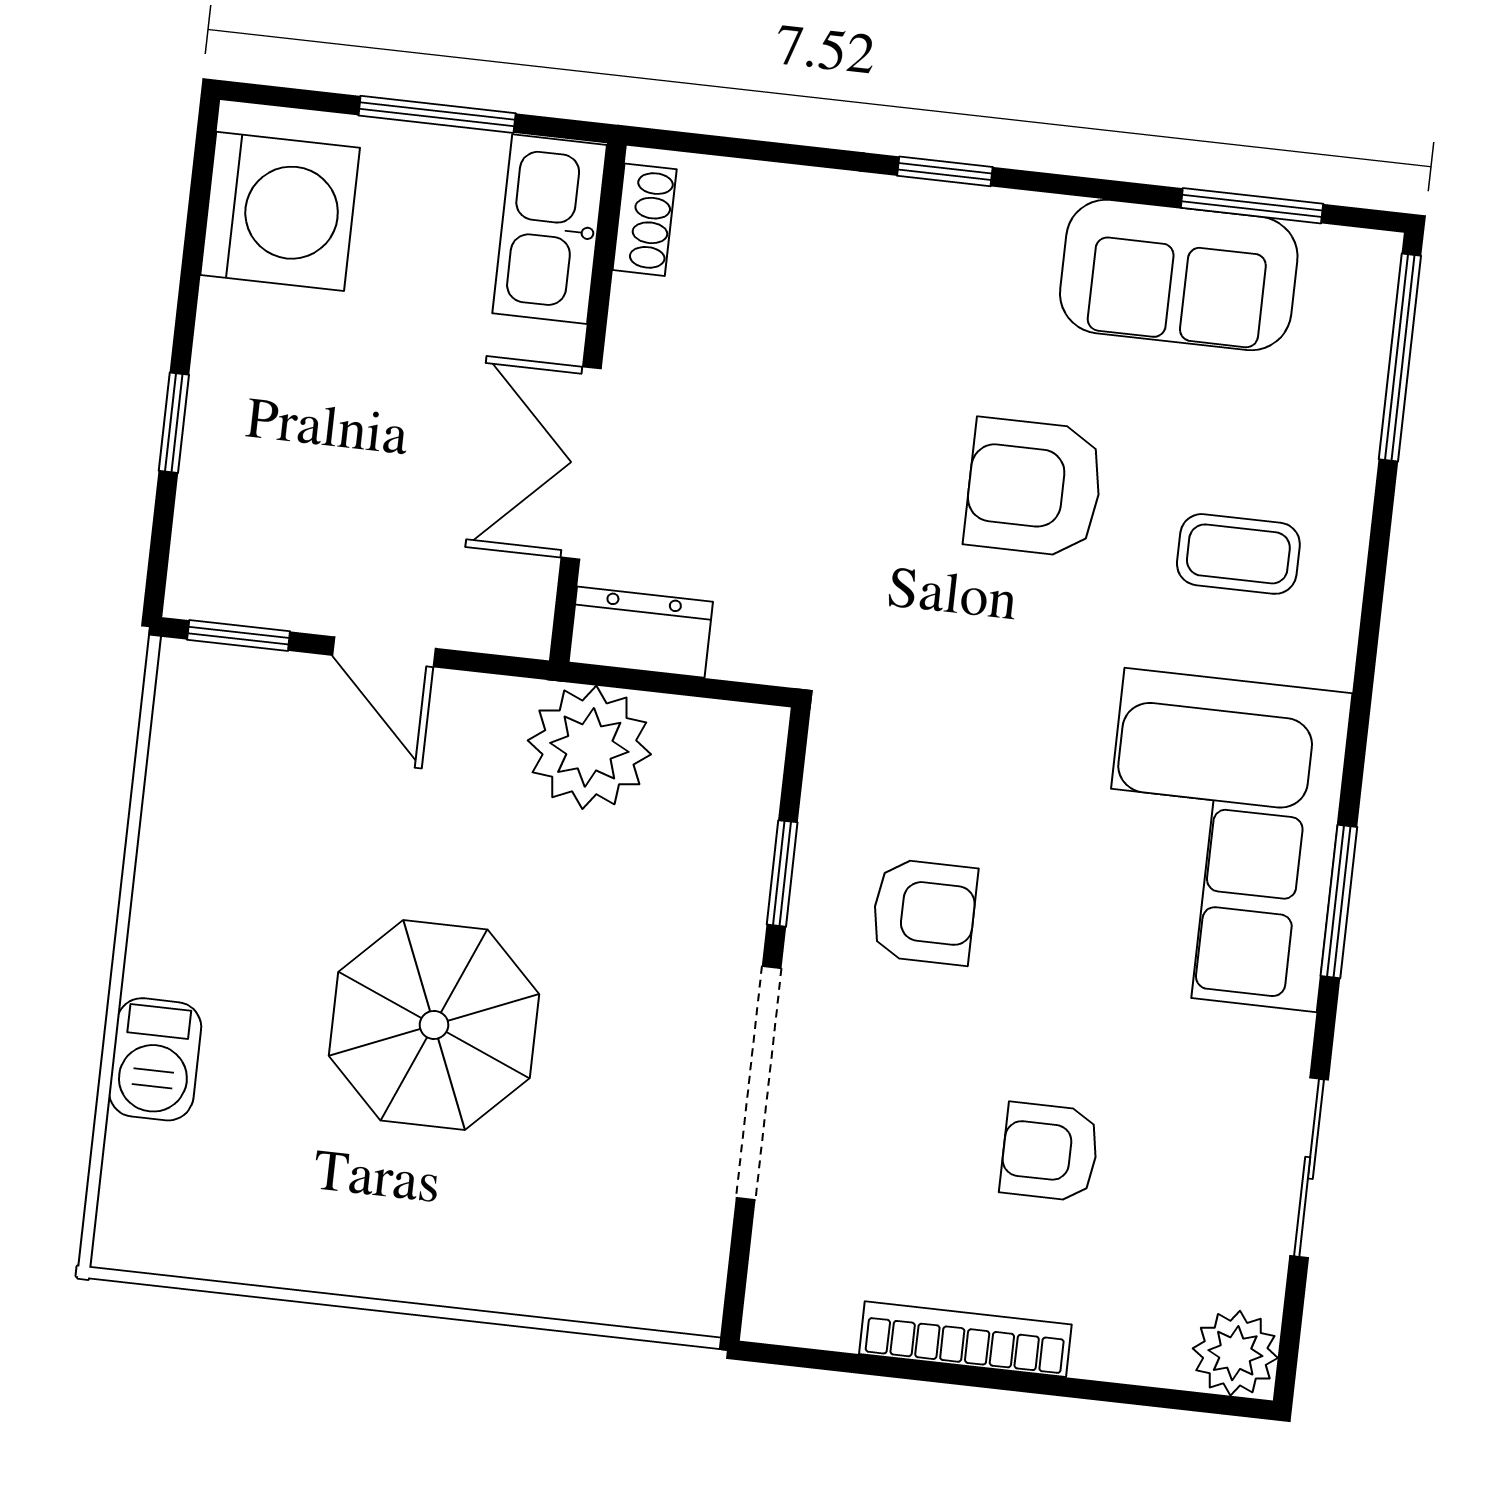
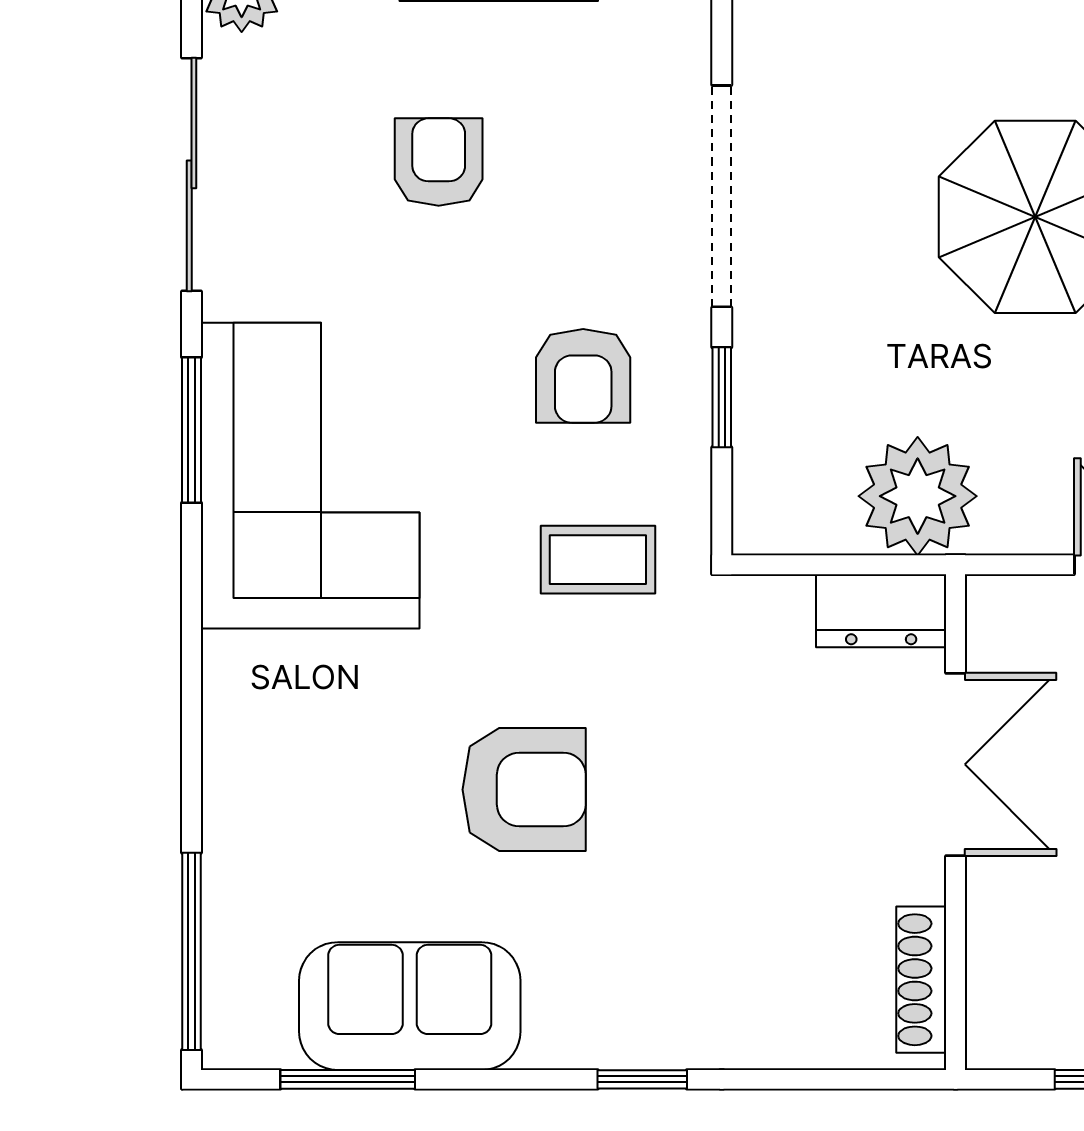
shoe rack: (645, 220) -> (921, 980), width x1.43
kitchen sink: (550, 229) -> (1010, 983), removed
coffee table: (1238, 554) -> (598, 560), moved
armchair: (924, 912) -> (583, 376), turned -90
armchair: (1050, 1152) -> (439, 162), turned -90
sliding door: (1309, 1168) -> (192, 174), width x1.37

